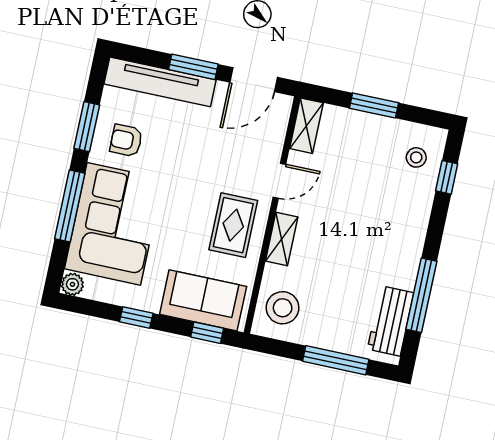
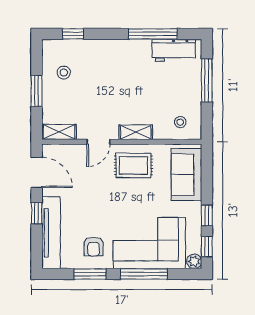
window: (193, 67) -> (37, 213), width x0.67
stool: (416, 157) -> (64, 73), moved
door: (279, 181) -> (98, 142), swing flipped
stool: (283, 308) -> (180, 122), width x0.53, depth x0.53
window: (207, 333) -> (207, 247), moved

